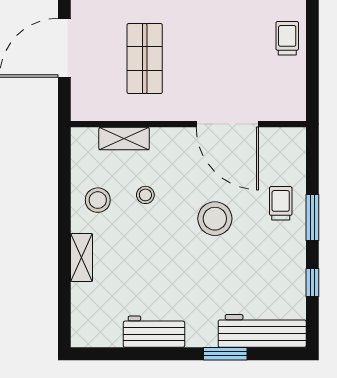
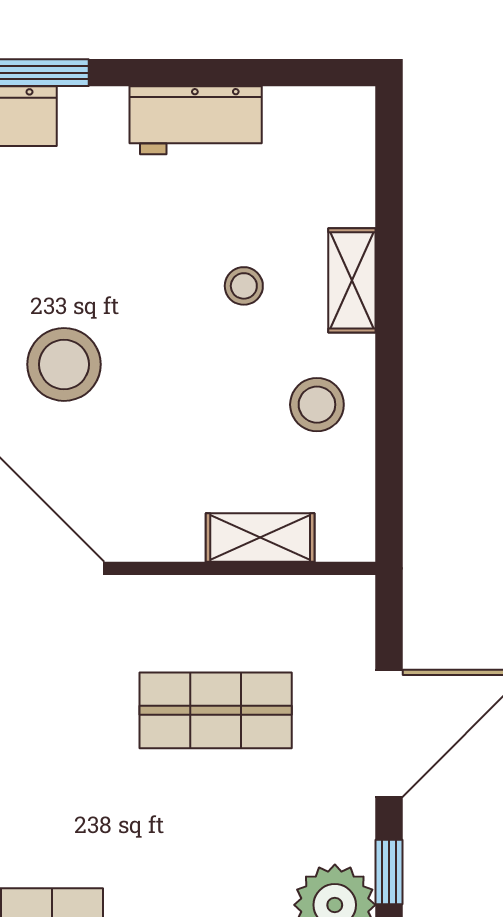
shop shelf: (145, 59) -> (216, 710), turned 90
stool: (145, 195) -> (244, 286), moved

